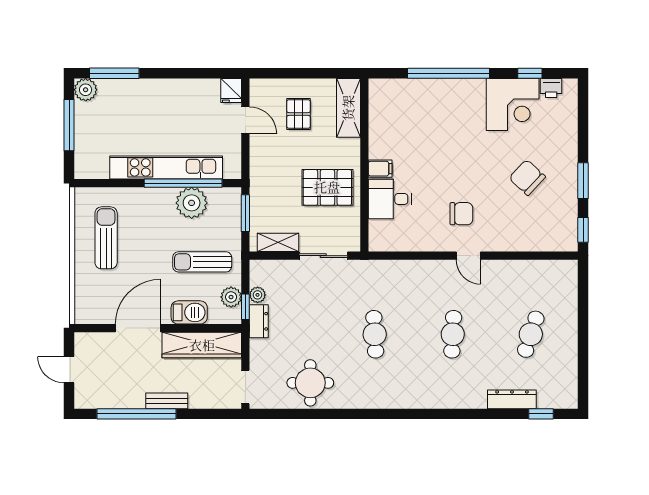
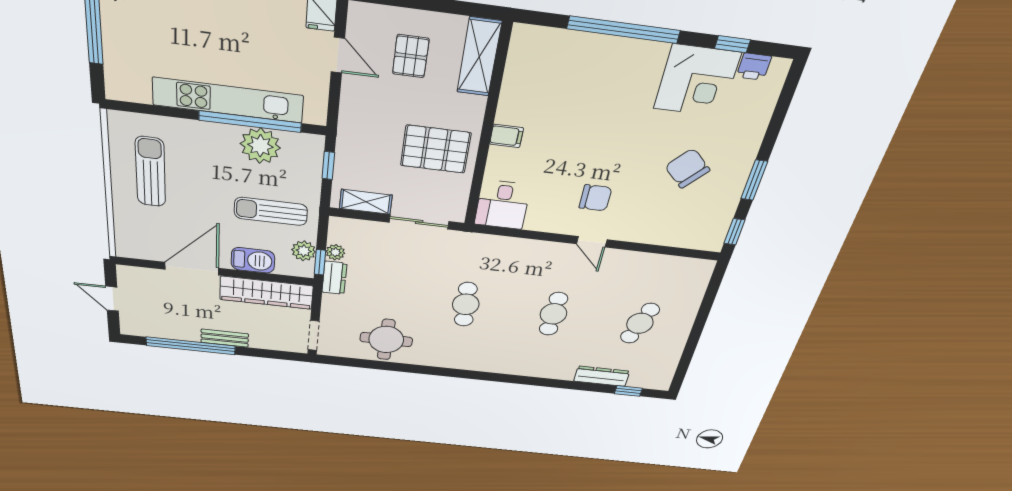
desk: (390, 199) -> (502, 205), moved, turned -90
window: (245, 213) -> (328, 165), width x0.67

